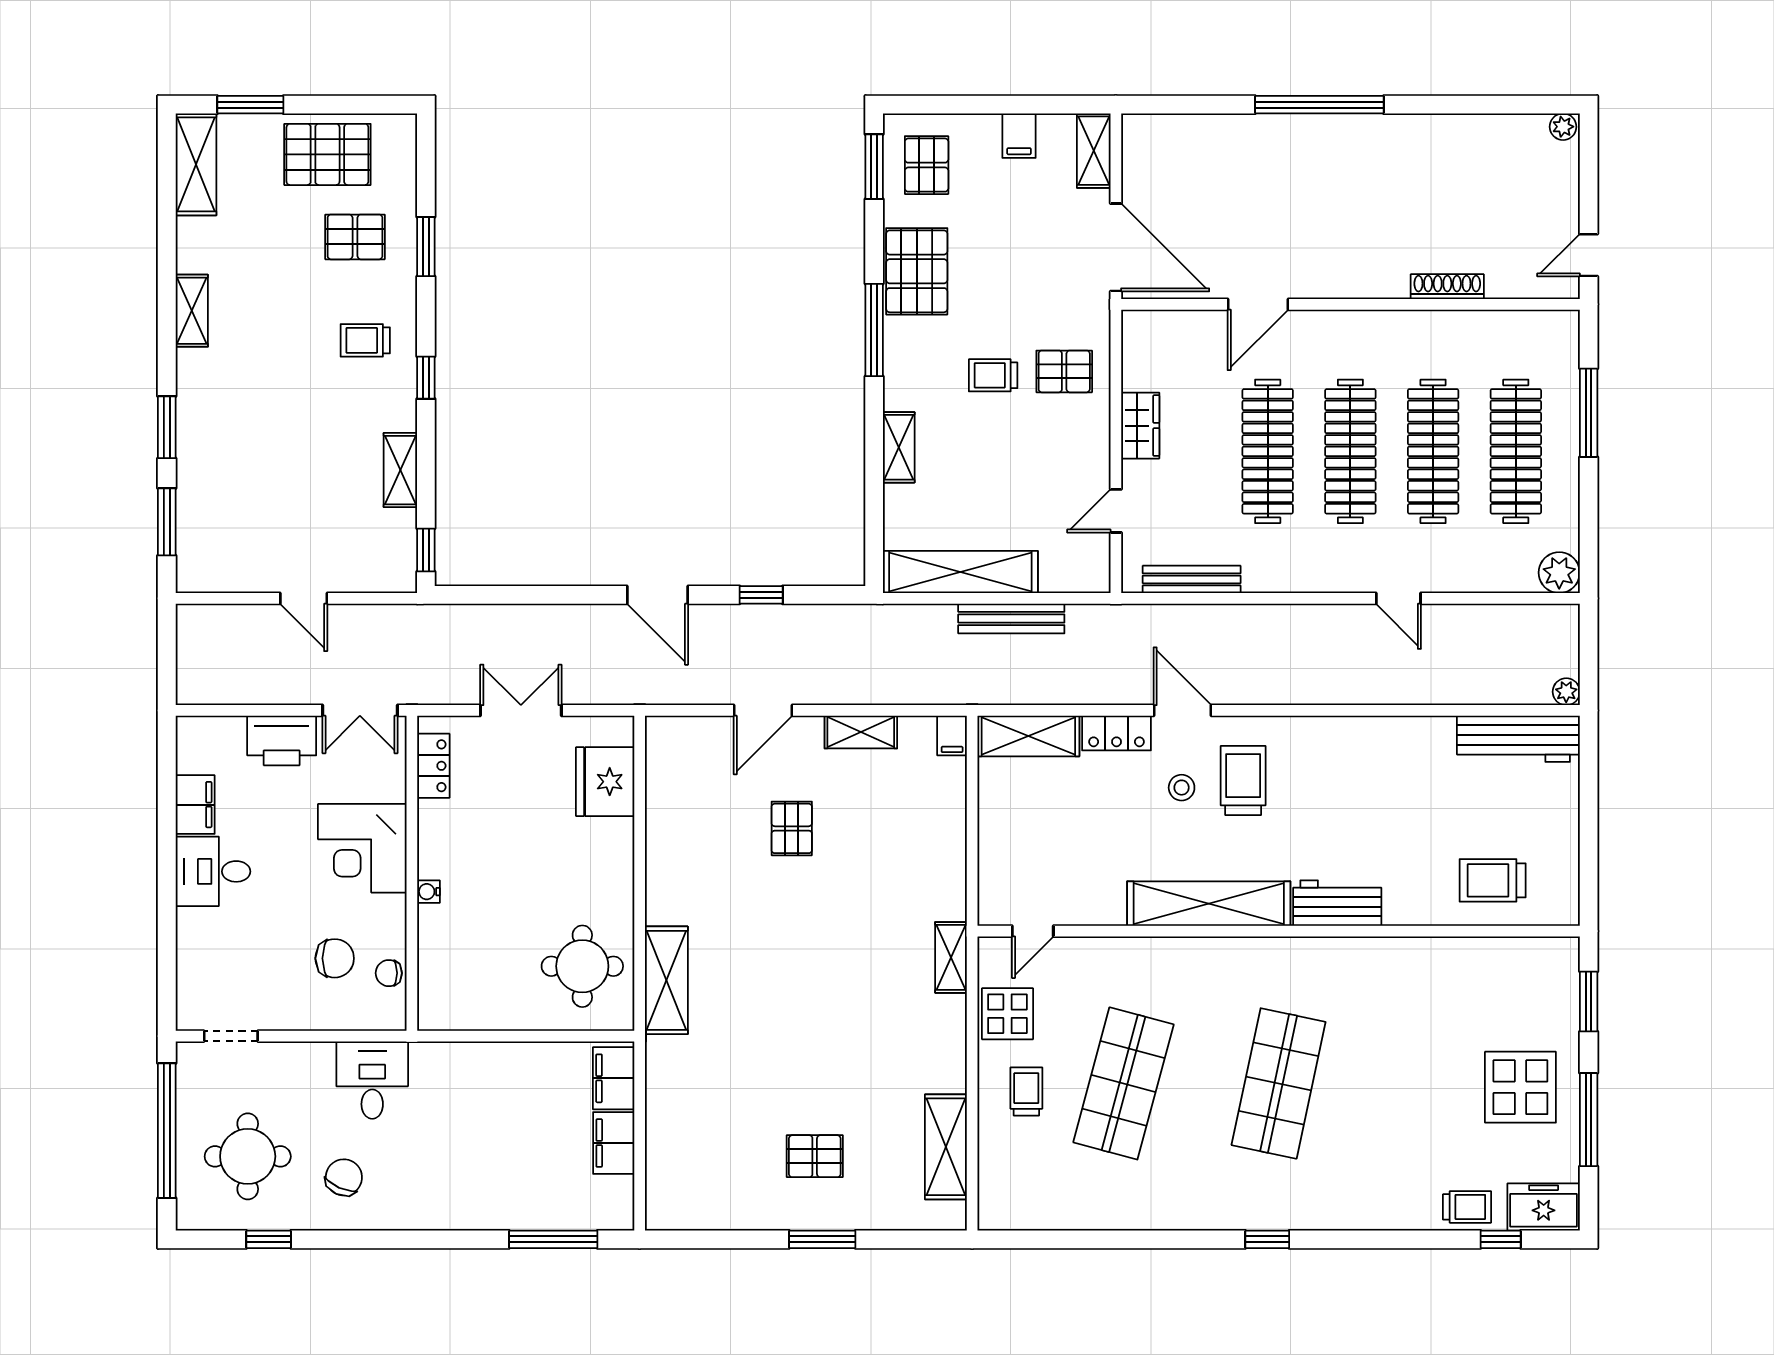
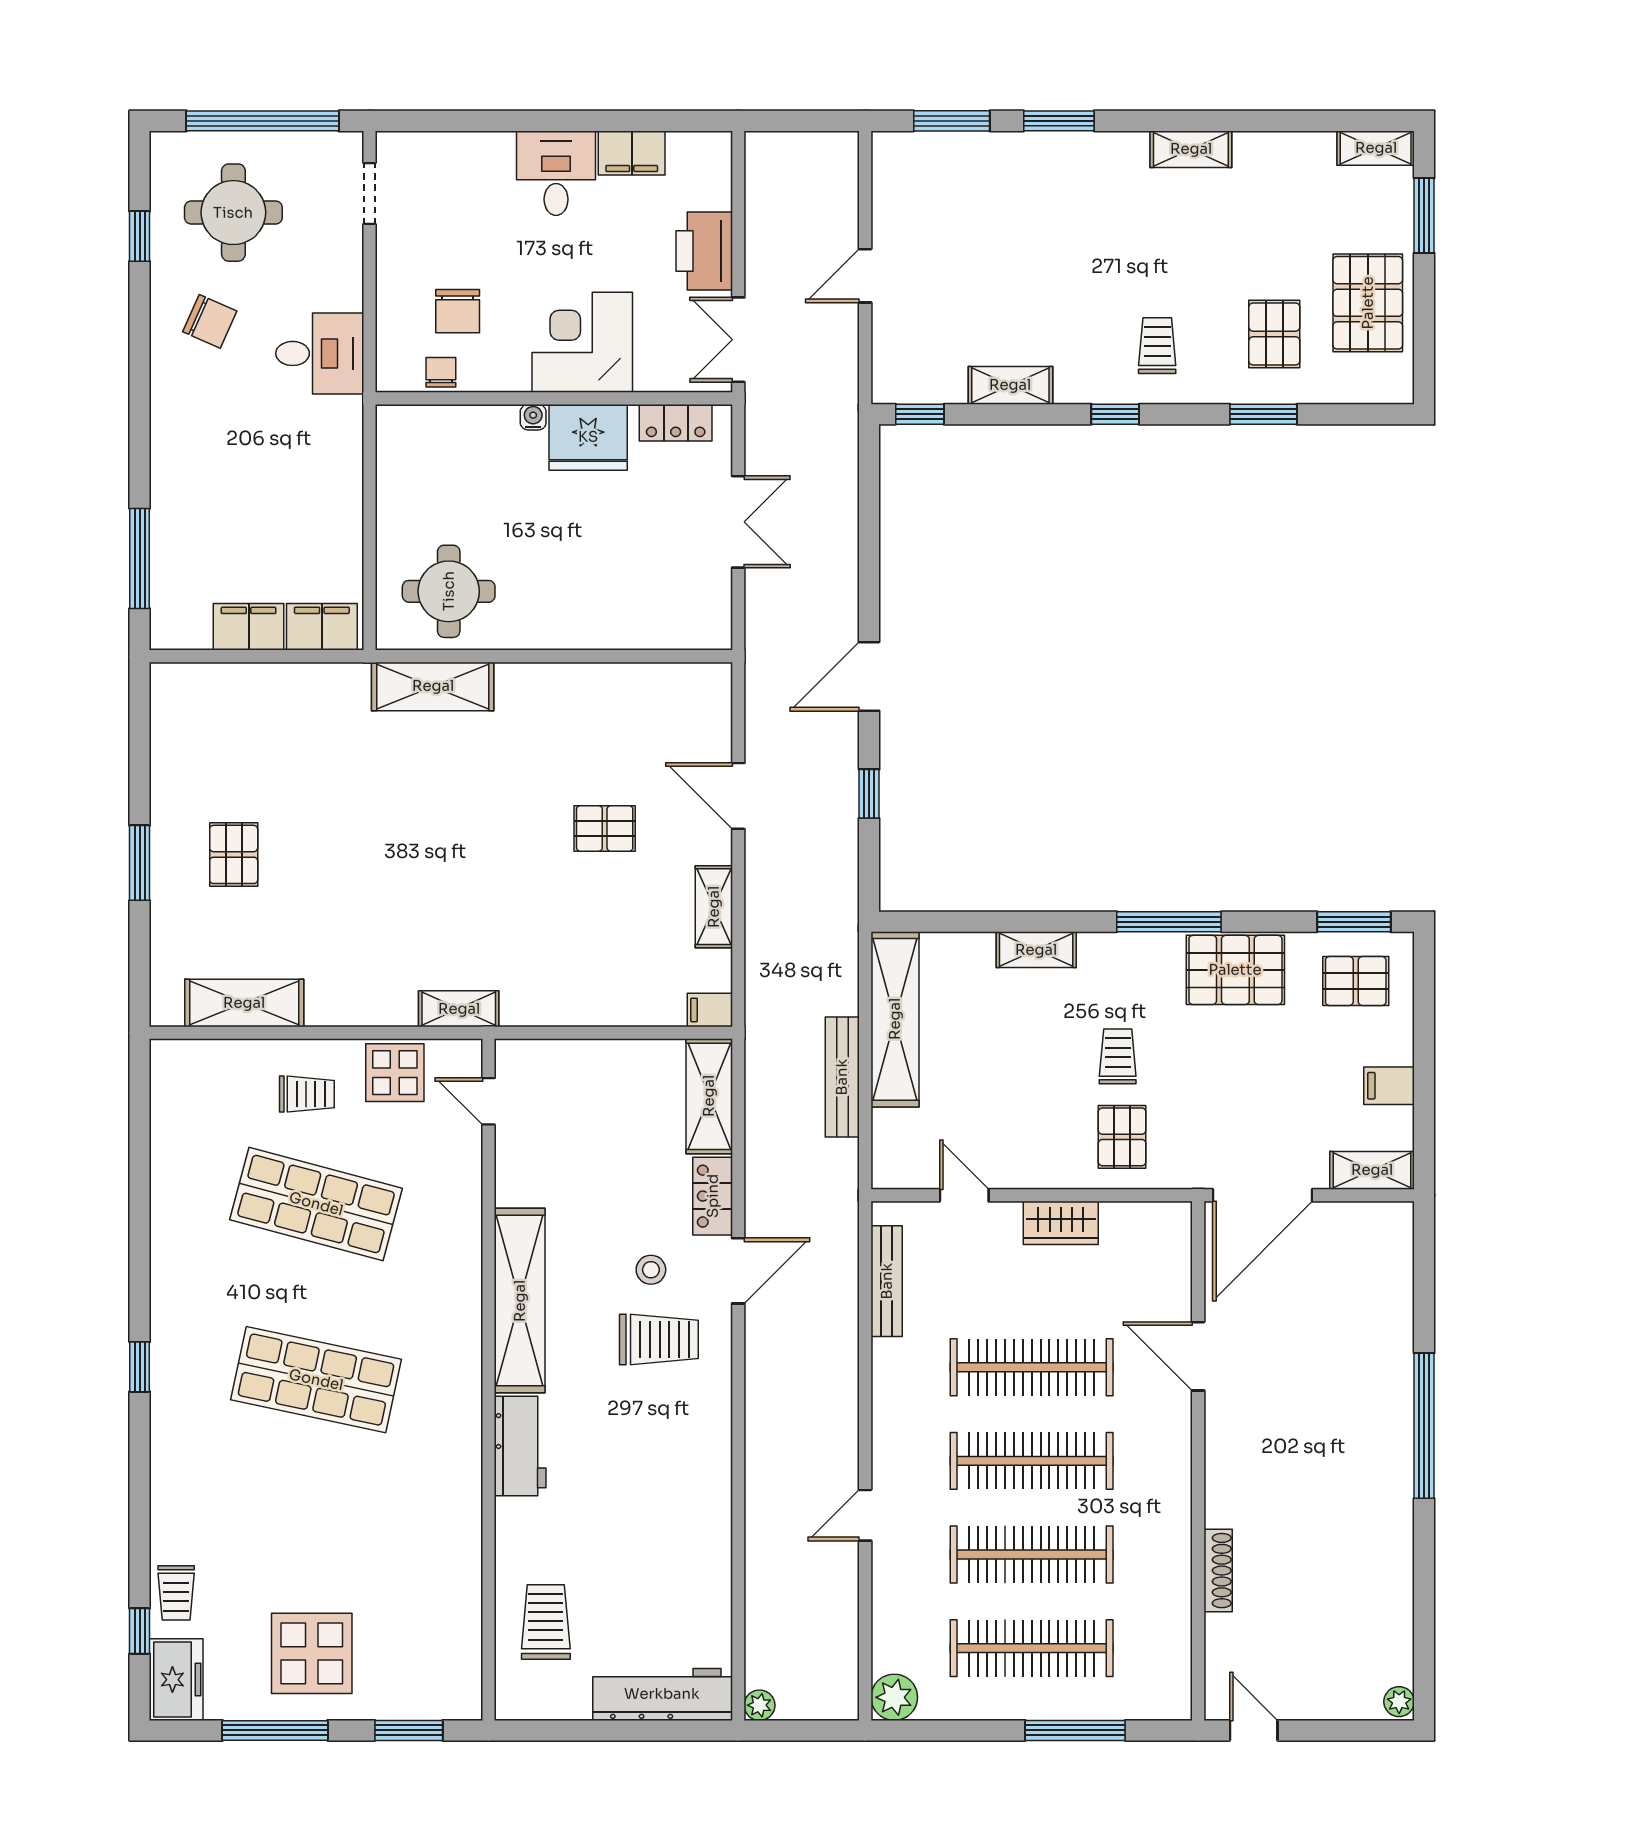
shelving: (196, 164) -> (1376, 148), width x0.67, depth x0.75
workbench: (1518, 739) -> (662, 1694), moved, turned 90
fridge: (605, 782) -> (588, 437), moved, turned 180

